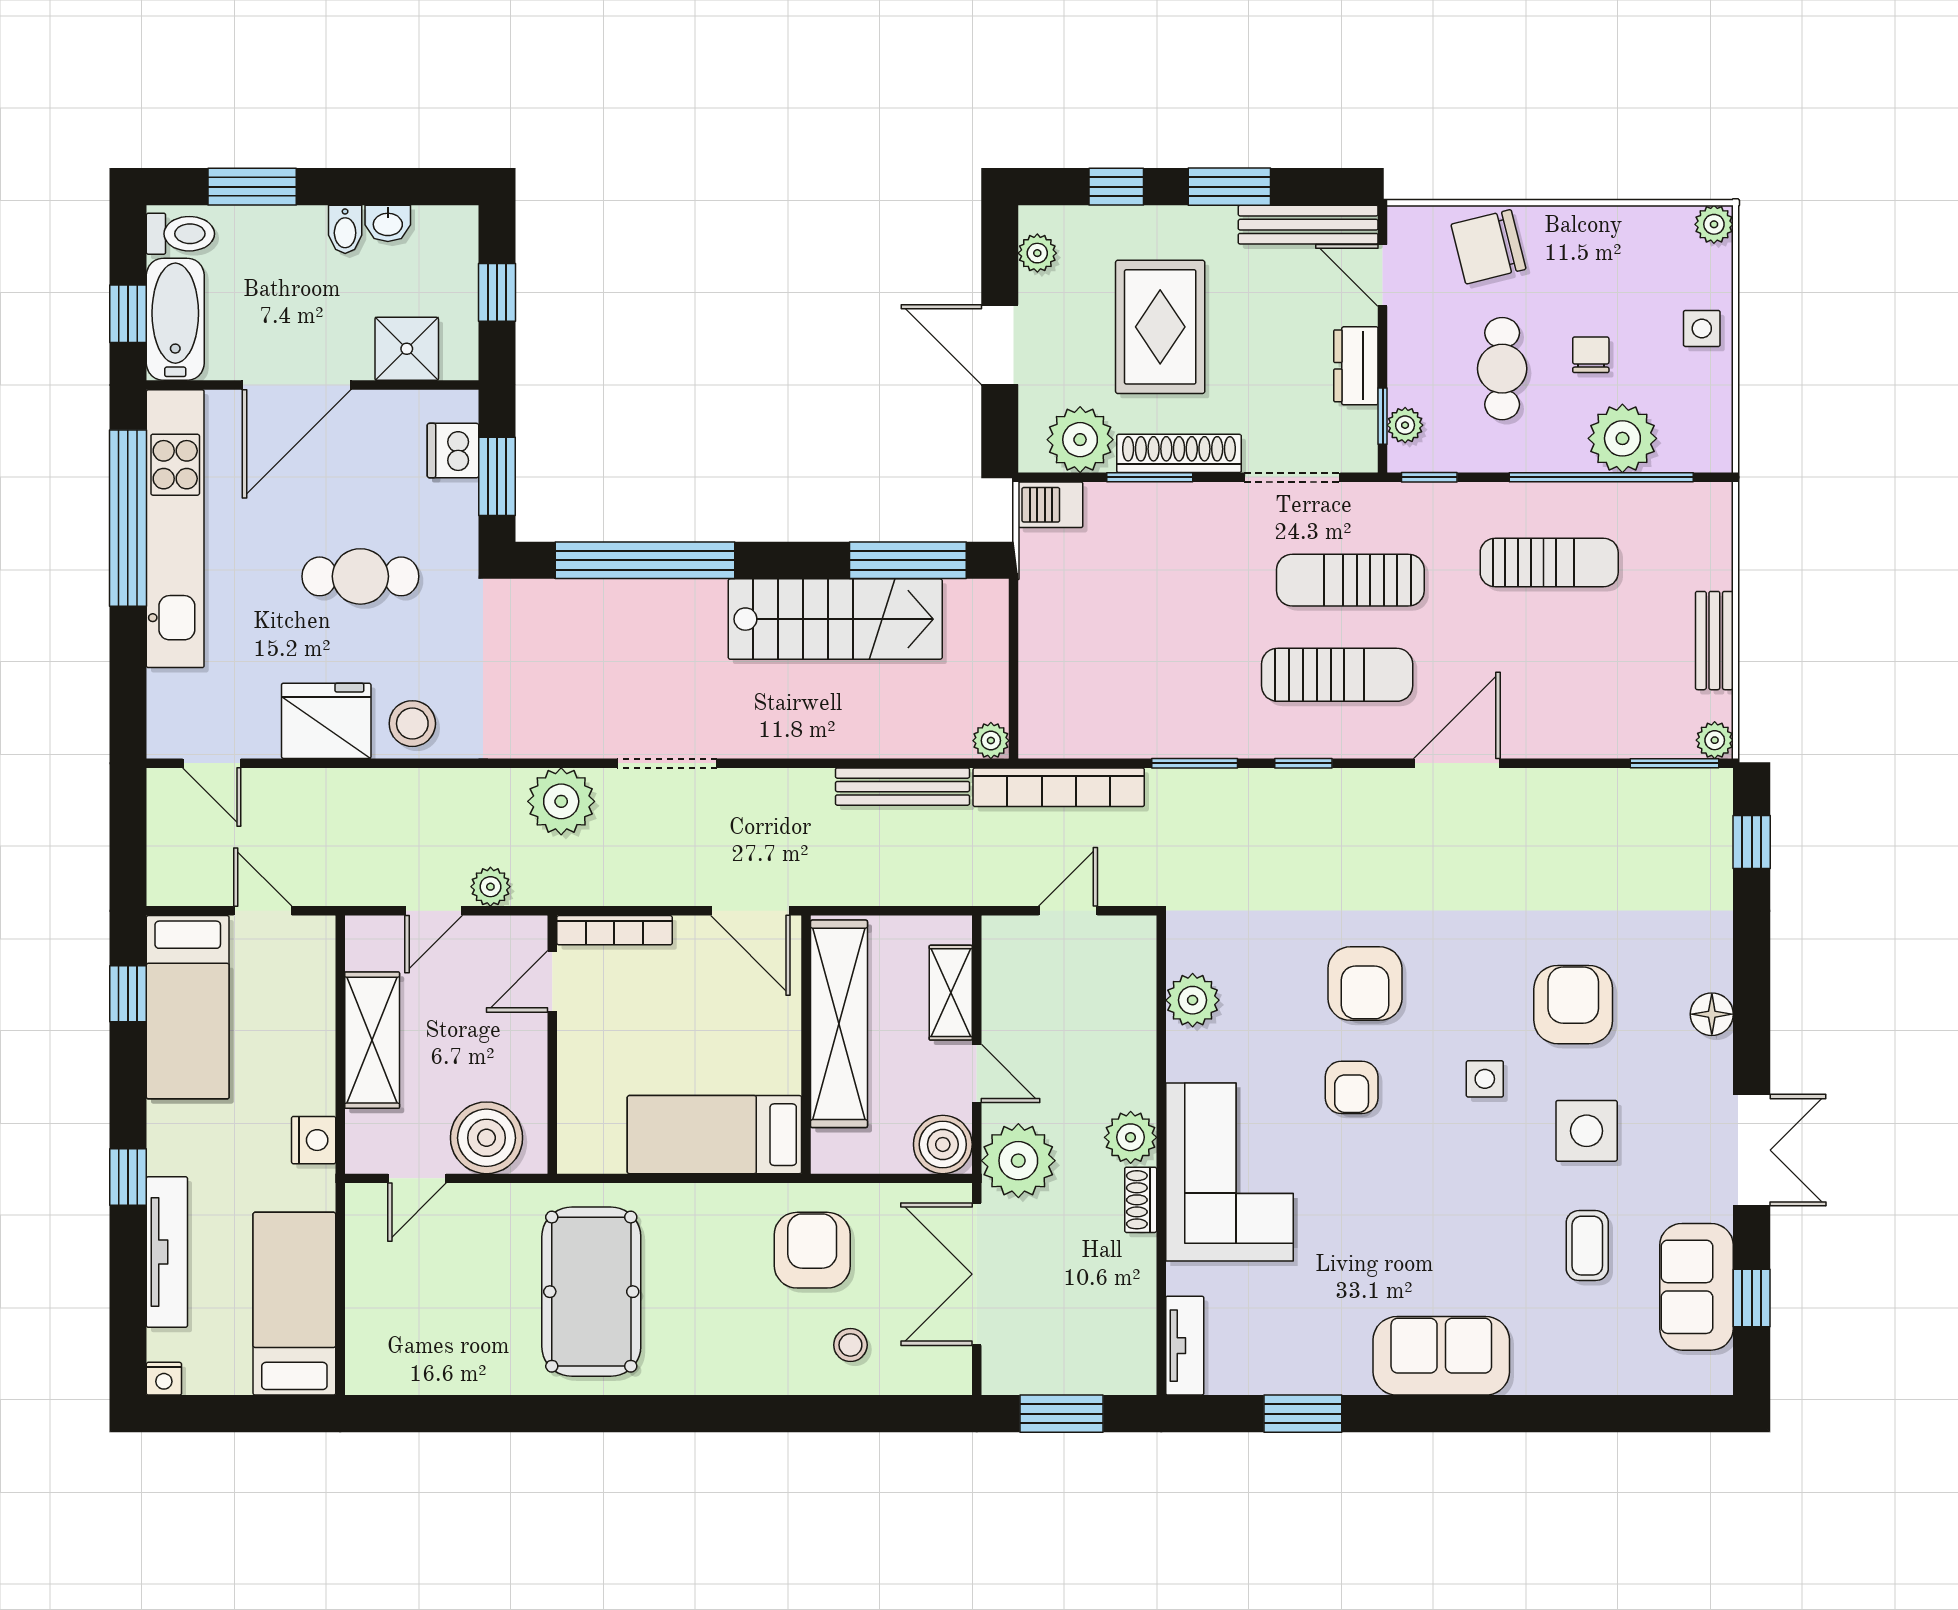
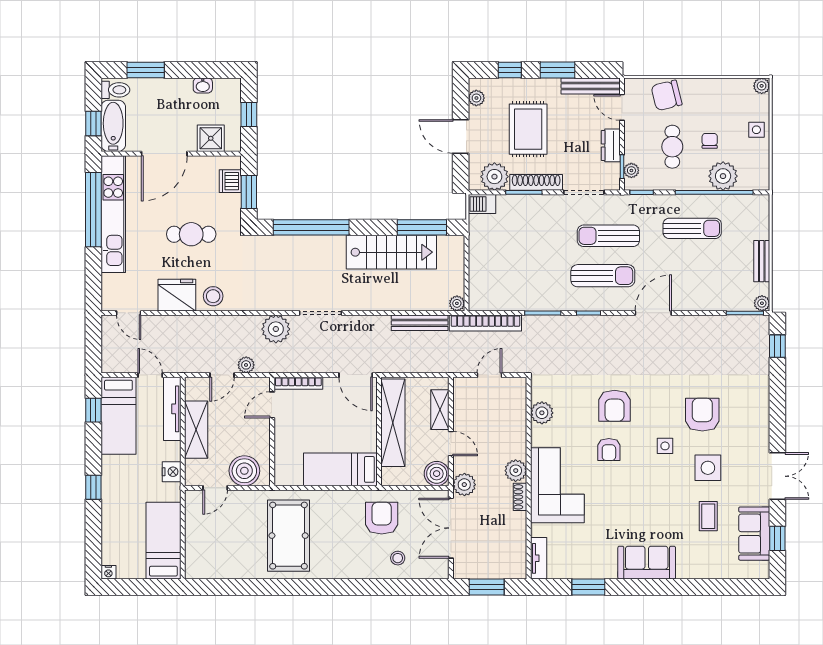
bidet: (345, 229) -> (185, 88), removed
floor lamp: (1712, 1014) -> (761, 419), removed
plant: (1018, 1161) -> (464, 485), width x0.73, depth x0.73
tv unit: (167, 1252) -> (172, 409), moved, turned 180

